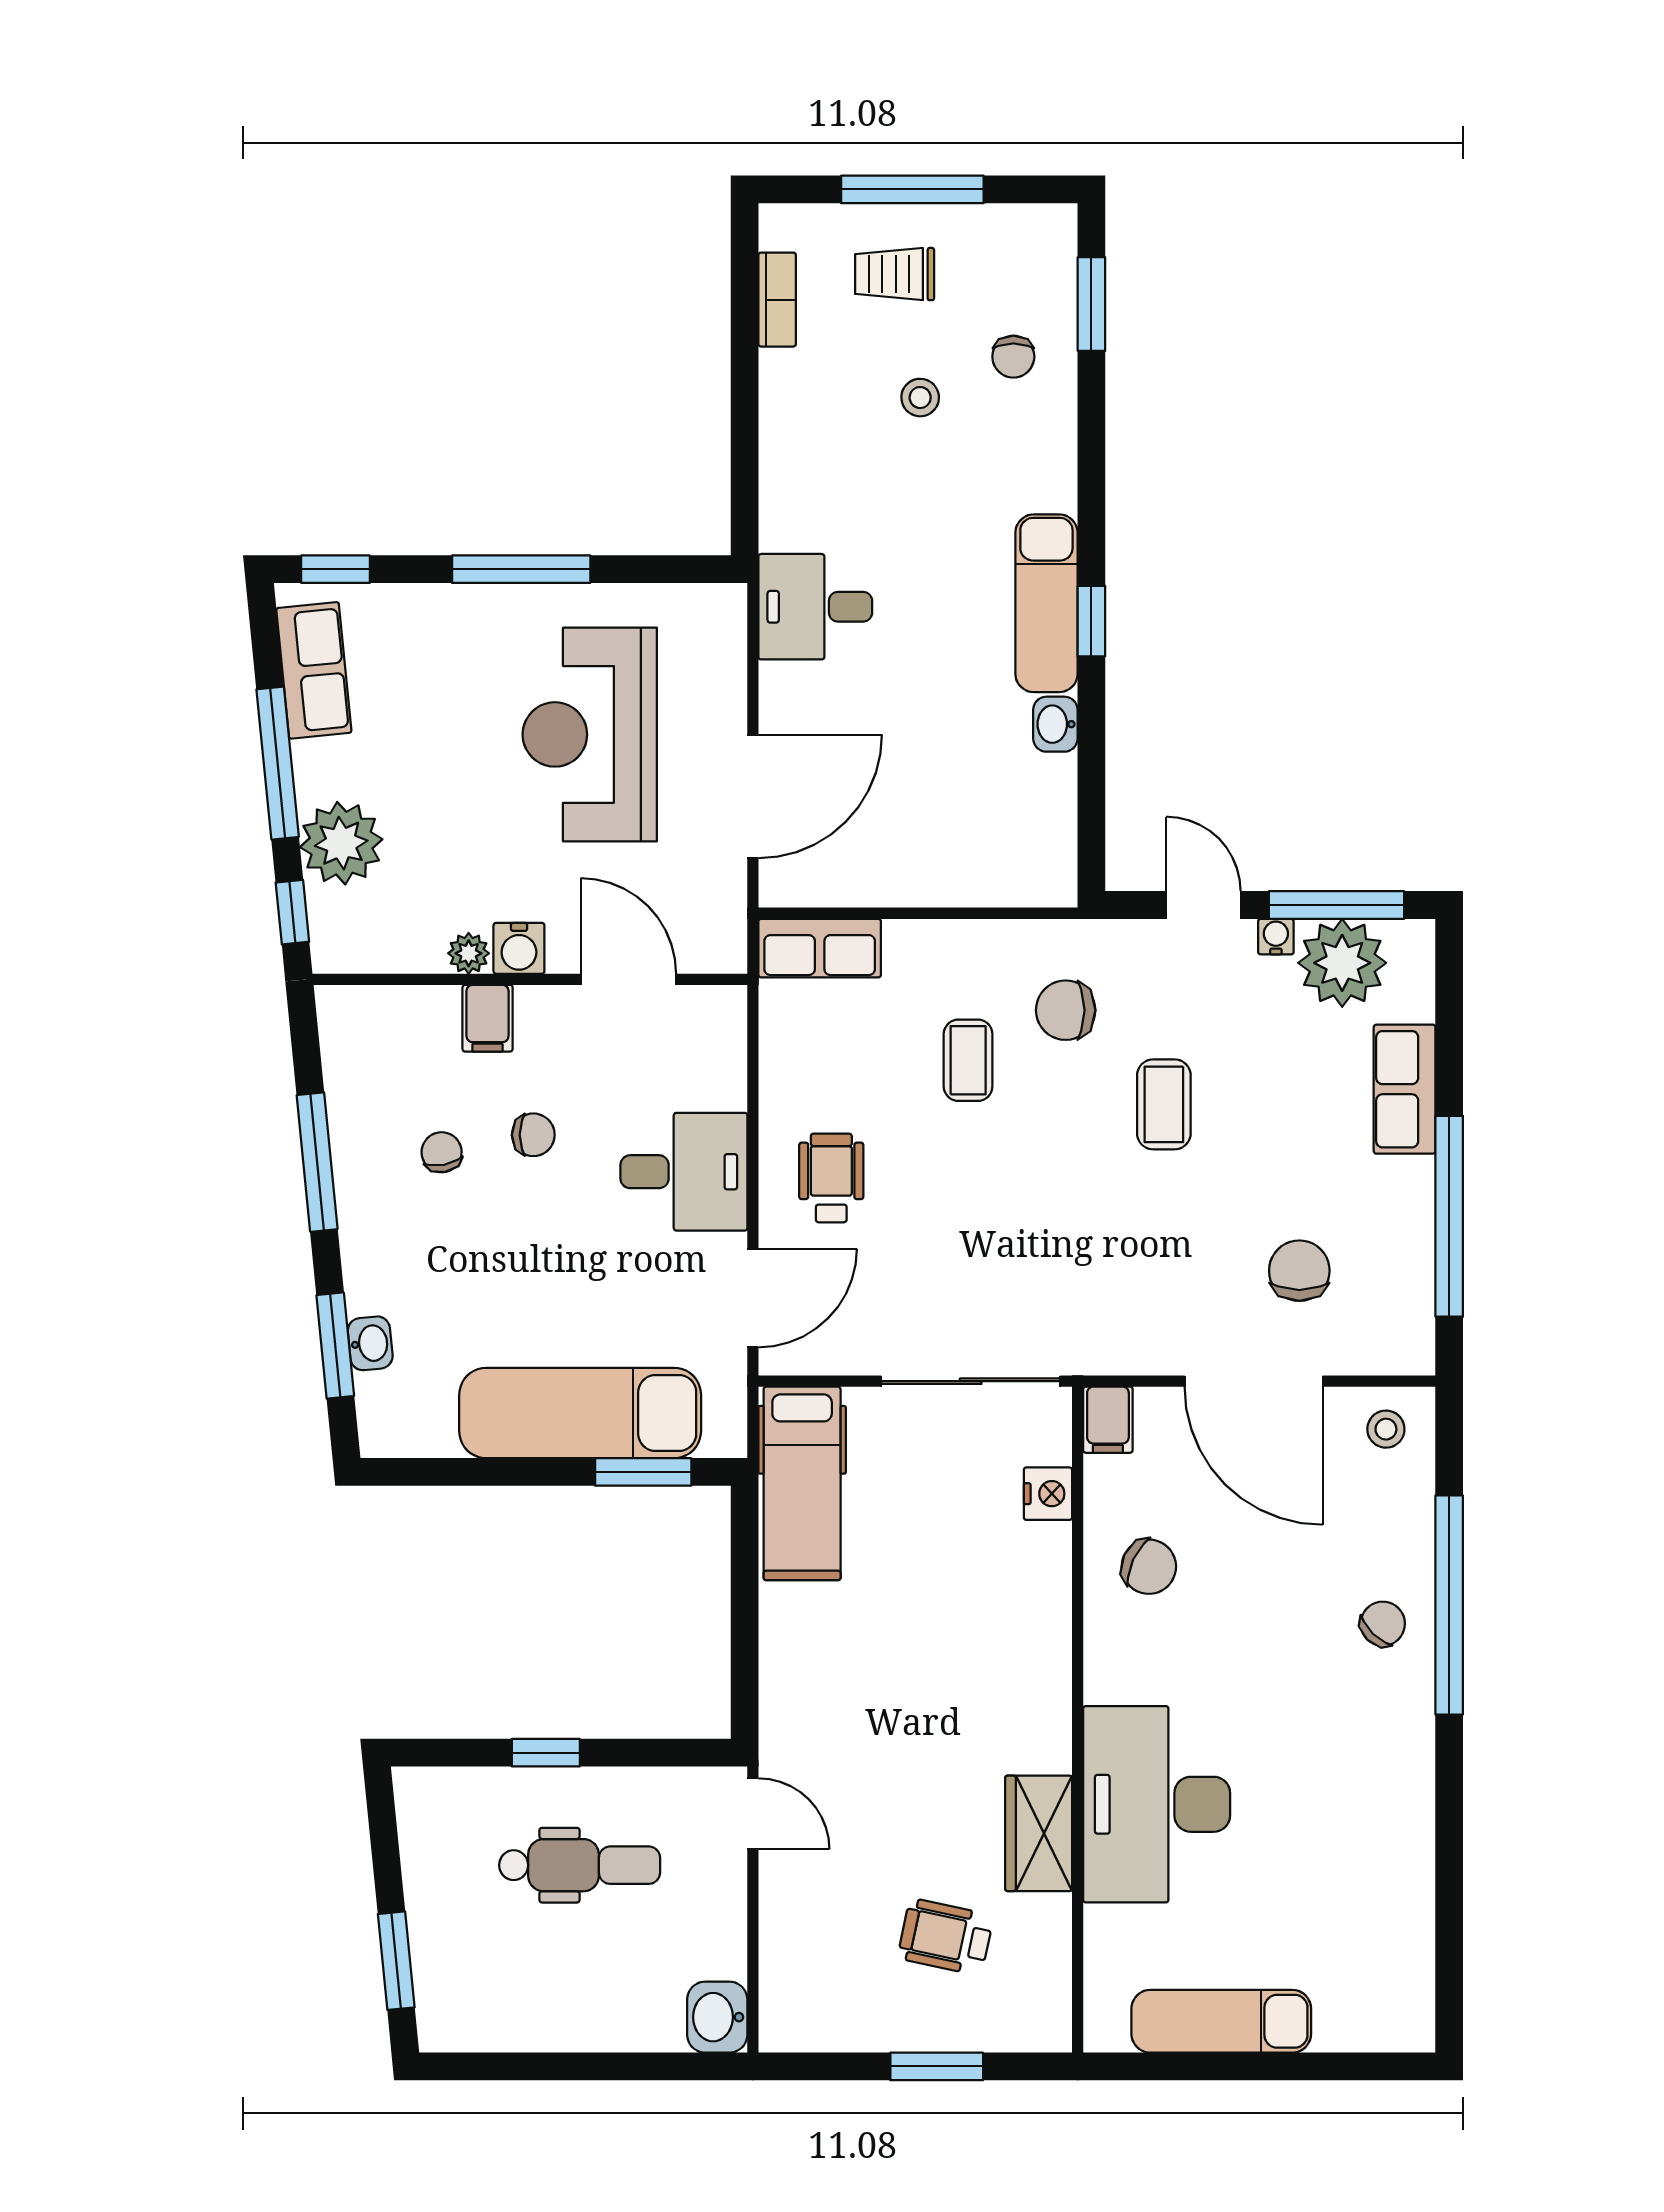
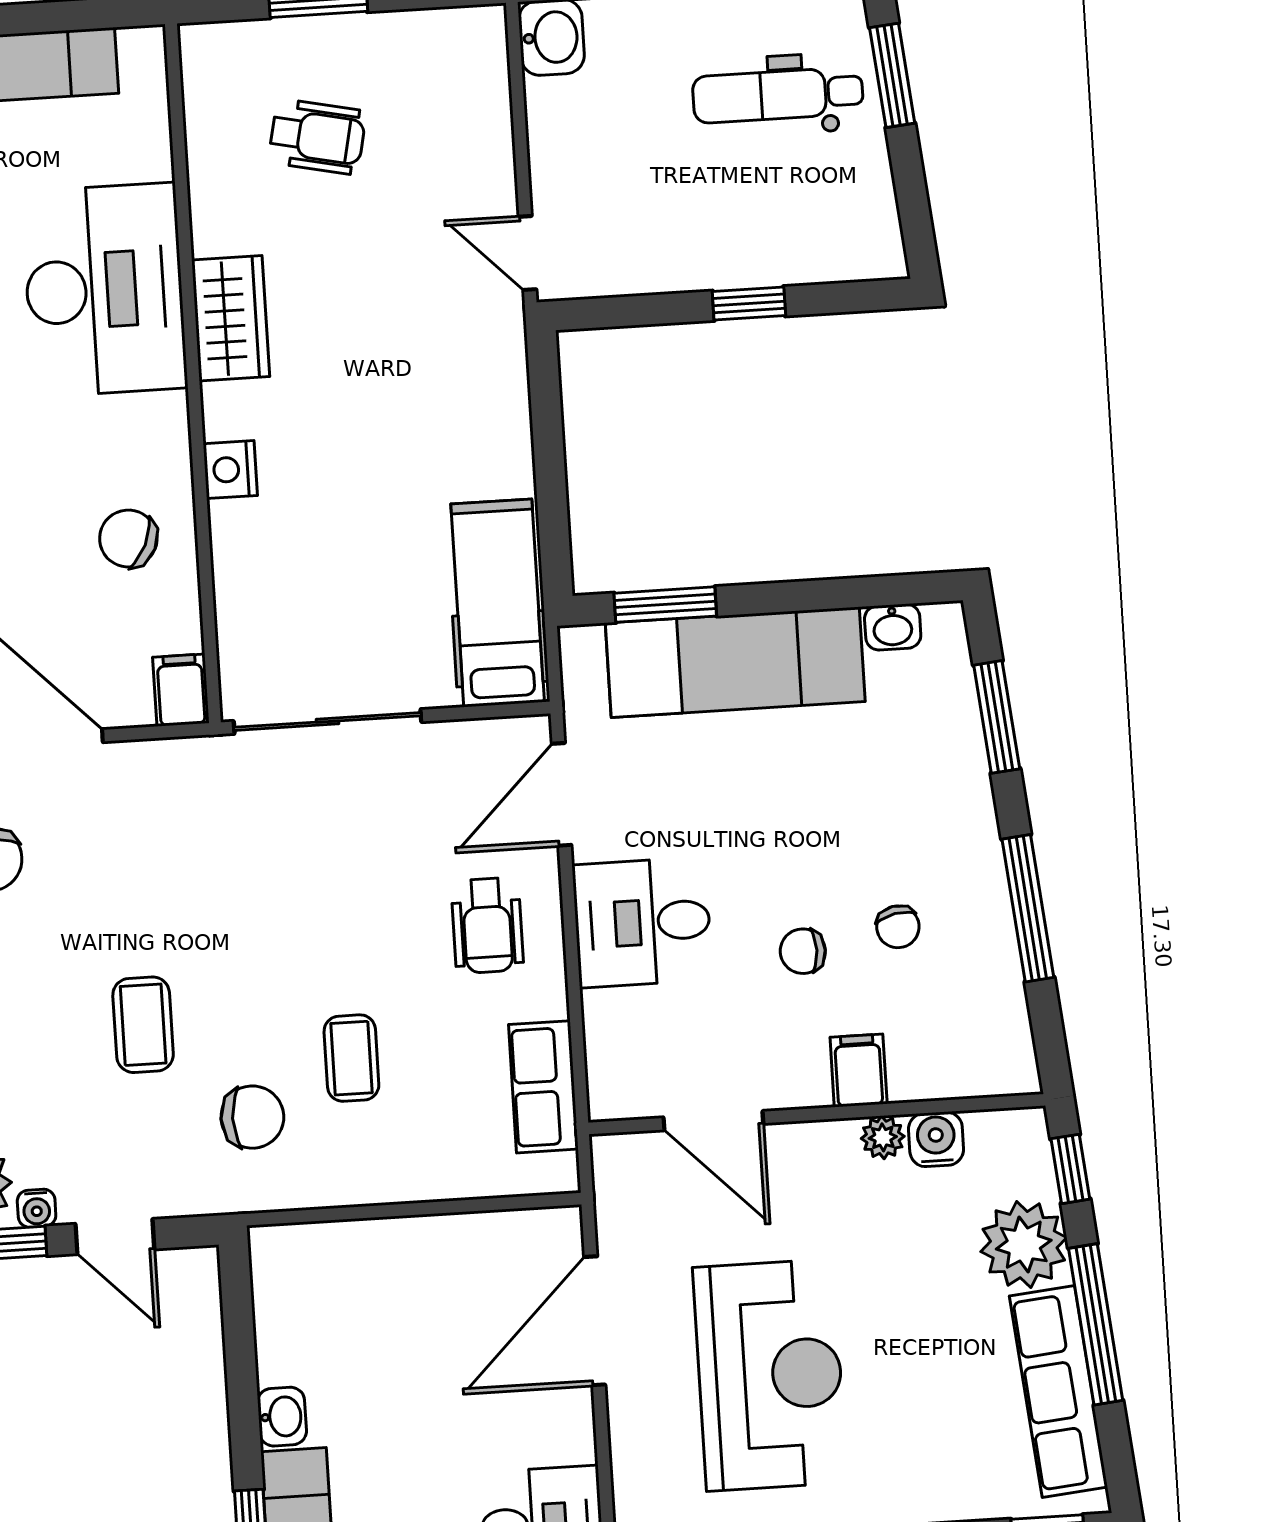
row of seats: (314, 670) -> (1058, 1391), width x1.48
water cooler: (519, 948) -> (936, 1139), moved
row of seats: (820, 948) -> (543, 1087), moved, turned -90
washbasin: (370, 1343) -> (893, 627), moved, turned -84
nightstand: (1048, 1494) -> (230, 470), moved
wardrobe: (1039, 1833) -> (231, 318), moved
dental chair: (580, 1865) -> (778, 95), moved

